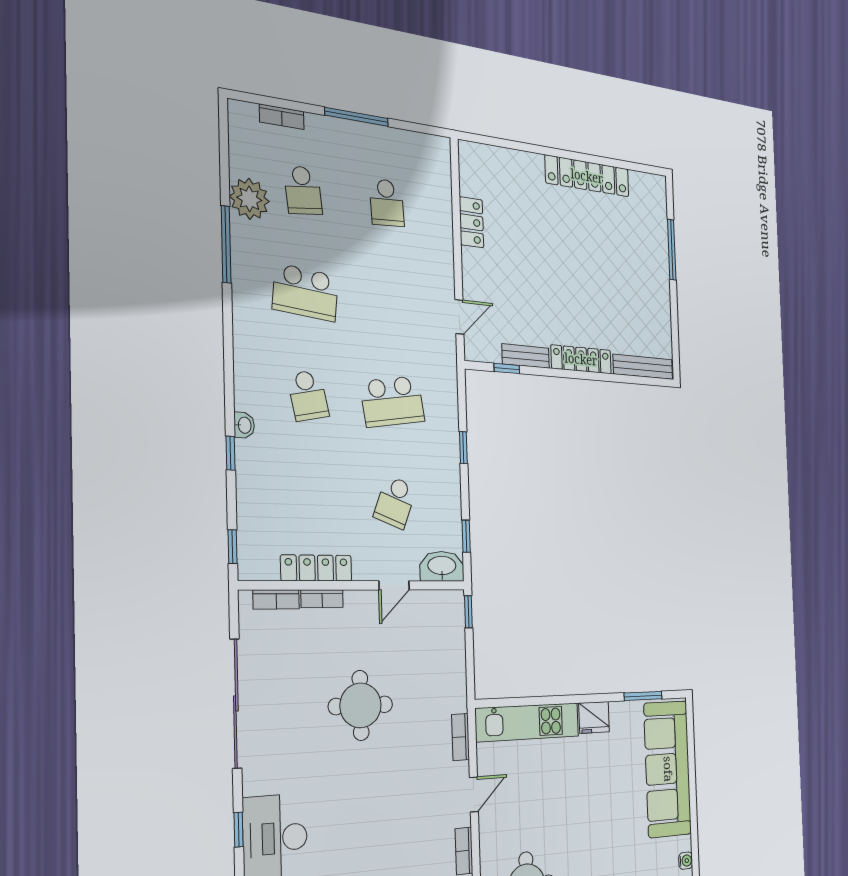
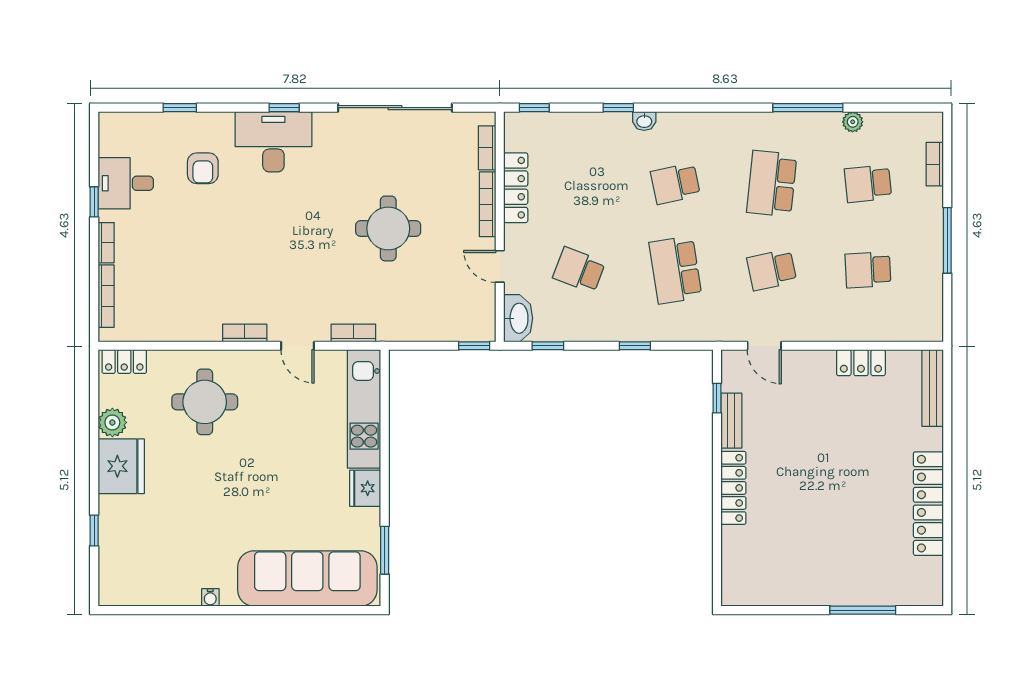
plant: (249, 199) -> (853, 122), width x0.53, depth x0.53
school desk: (390, 302) -> (772, 270), added
bench: (643, 367) -> (933, 388), moved
bookcase: (322, 599) -> (488, 204), width x1.56

